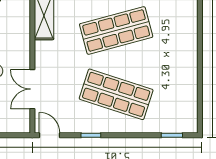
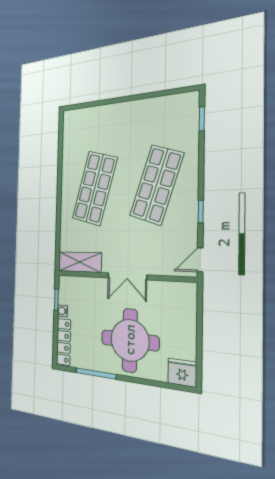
shop shelf: (116, 30) -> (95, 188), turned 30
double door: (32, 89) -> (127, 276), moved

